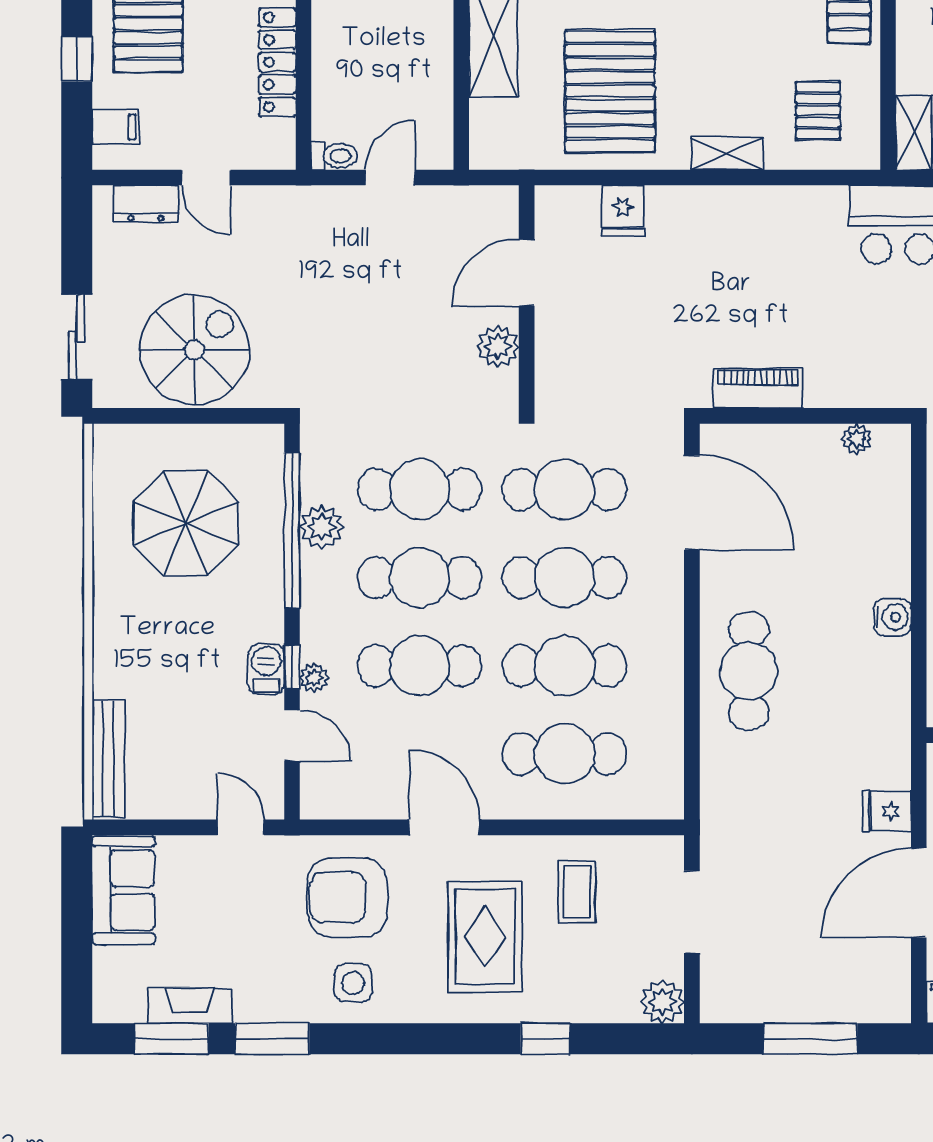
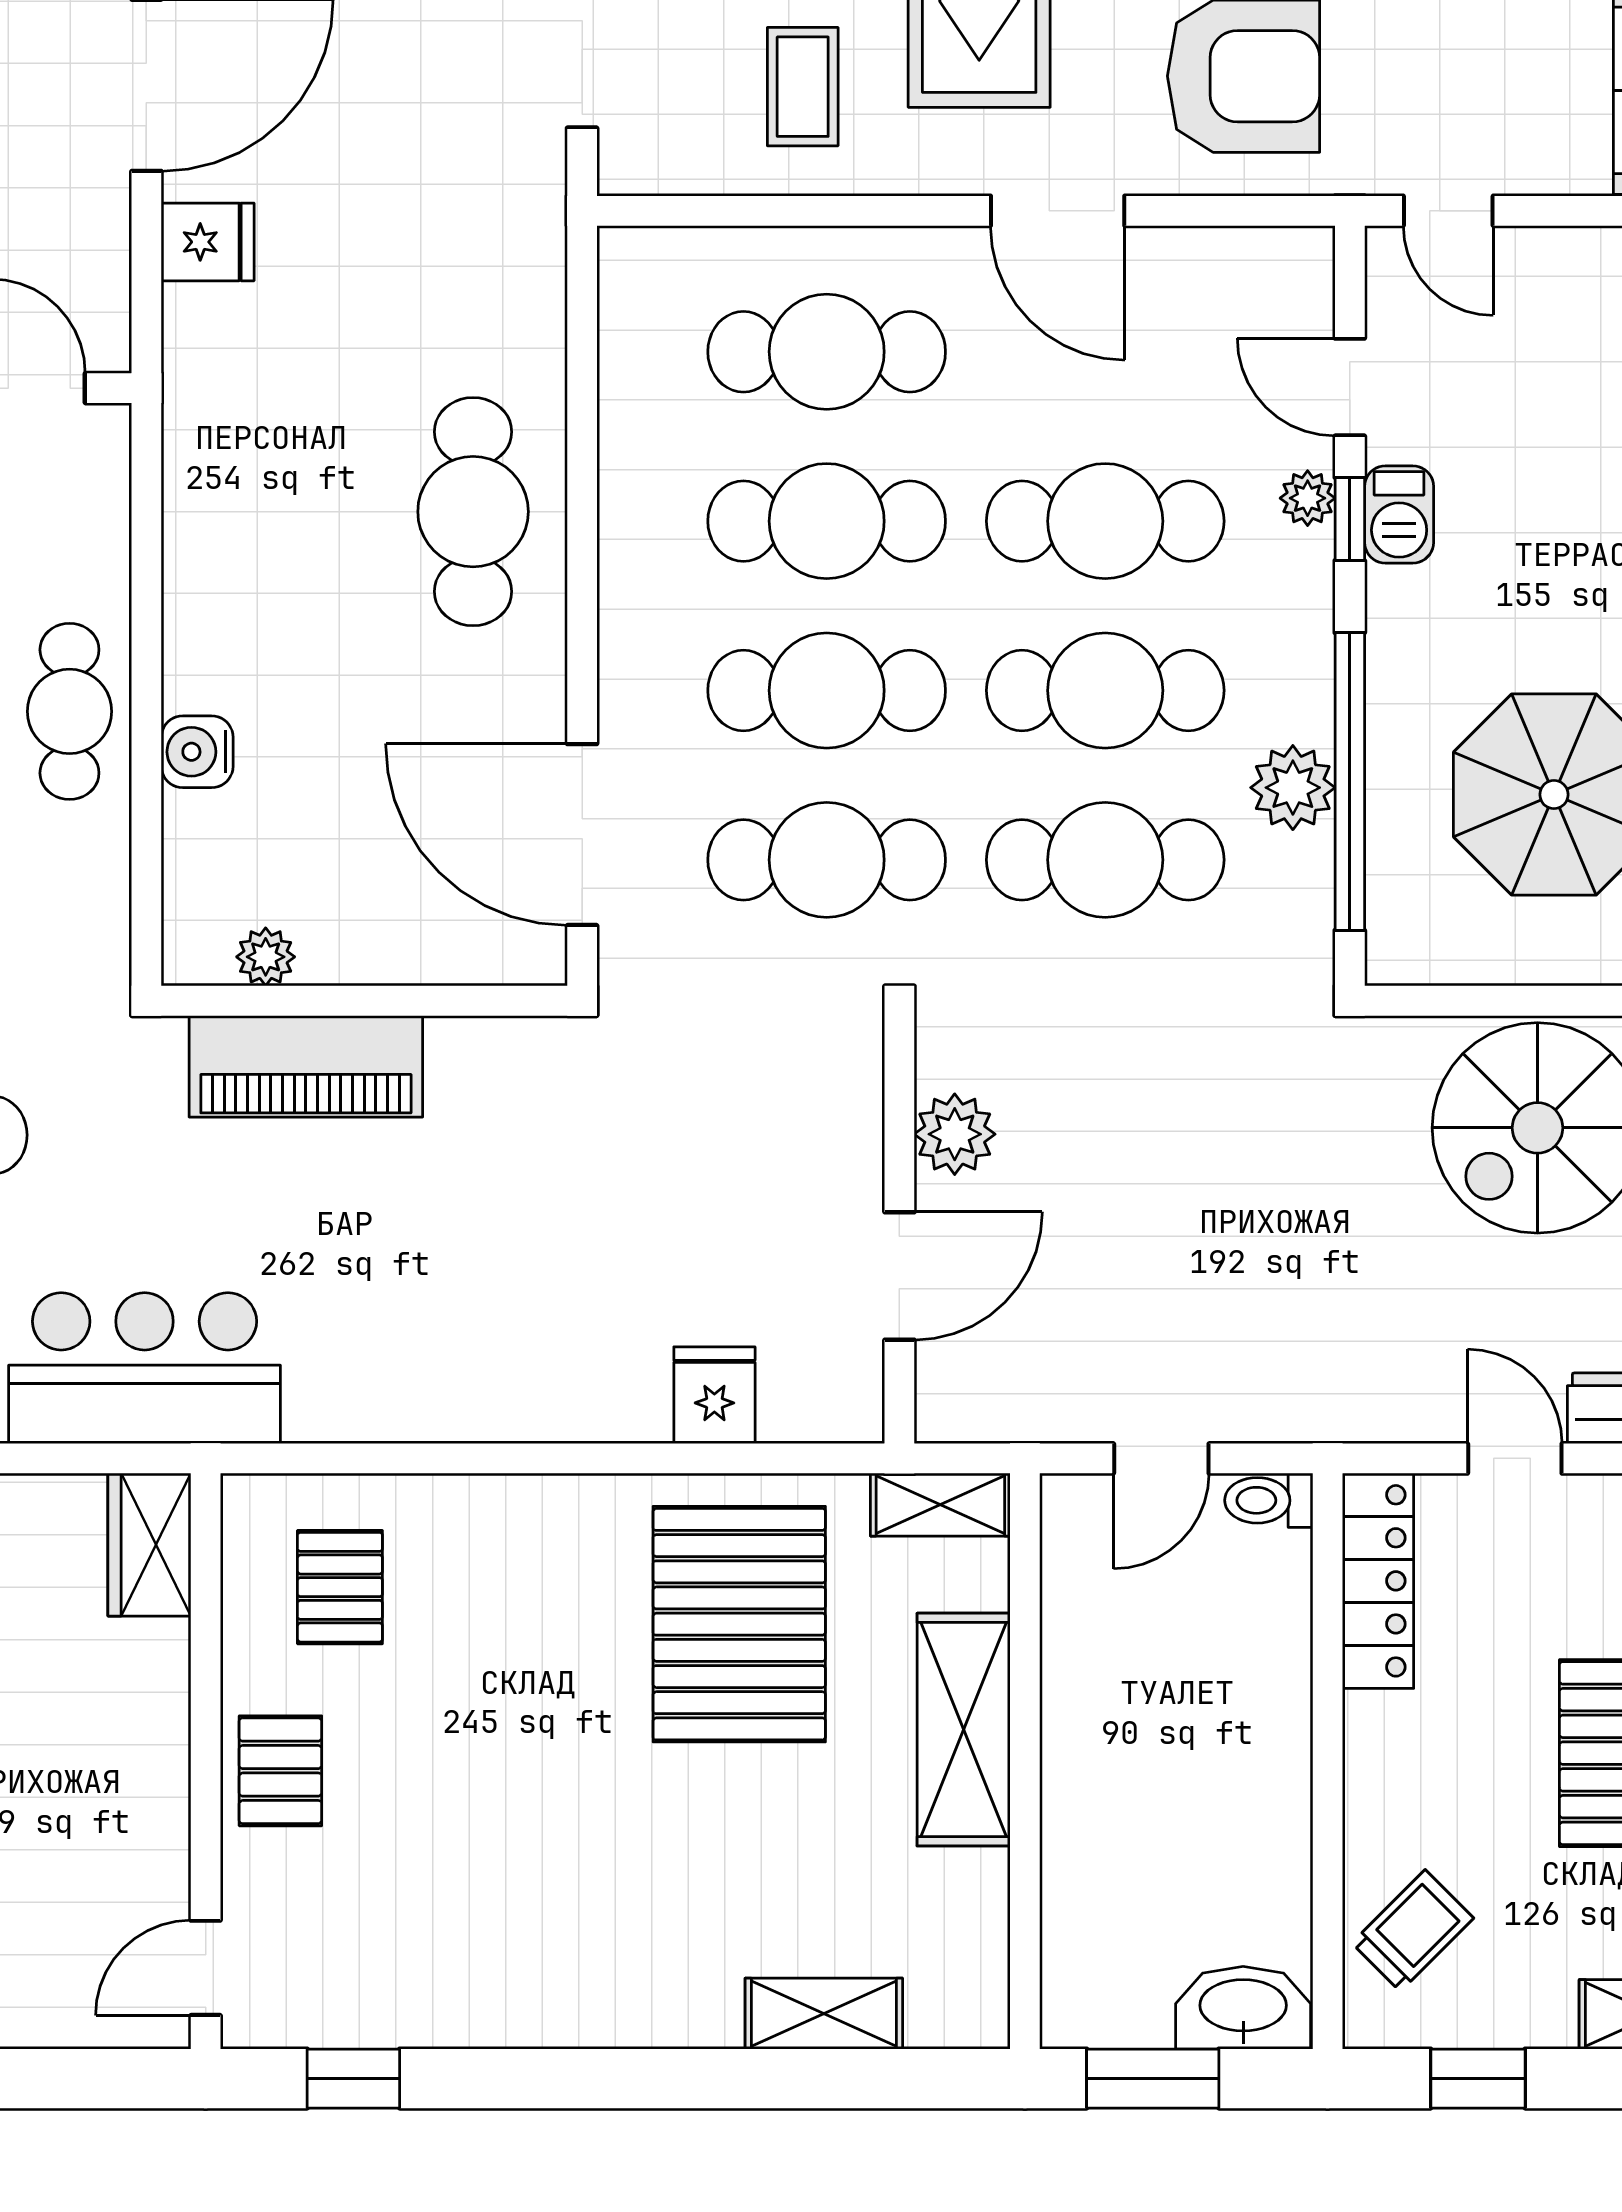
locker: (277, 62) -> (1378, 1581), moved
shelving: (727, 153) -> (940, 1505), moved
piano: (758, 388) -> (306, 1066), moved, width x1.37, depth x1.33
water cooler: (892, 617) -> (197, 752), moved

